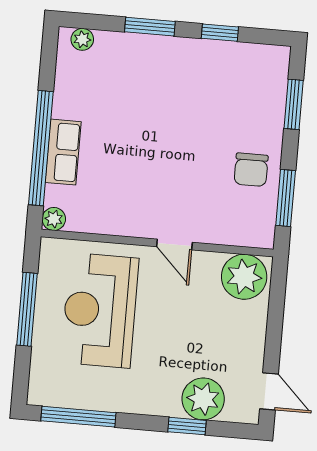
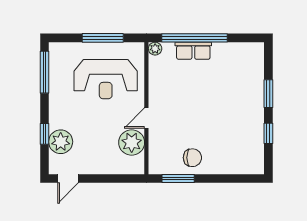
plant: (82, 39) -> (258, 56), removed
window: (294, 104) -> (231, 179), removed
chair: (251, 170) -> (192, 158), turned 180
plant: (244, 277) -> (132, 142), moved
reception desk: (100, 310) -> (106, 79), turned 180

